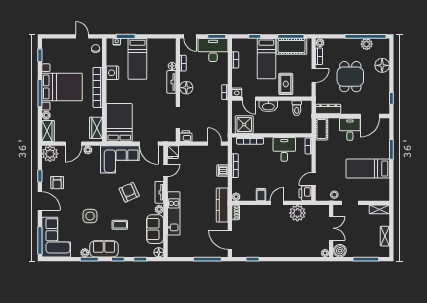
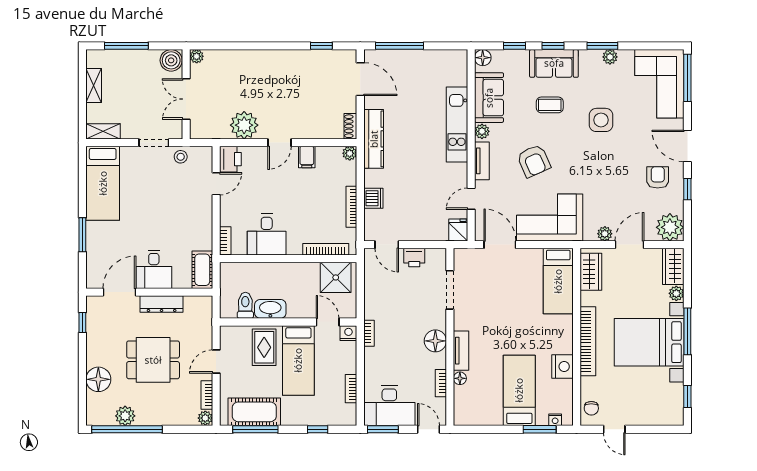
bed: (266, 59) -> (298, 360), moved, turned 180
dining table: (350, 77) -> (153, 360), turned 90
washbasin: (268, 106) -> (270, 309), moved
dresser: (328, 109) -> (162, 304), moved
bed: (119, 122) -> (558, 281), width x0.67
printer: (186, 136) -> (414, 258), moved
bed: (368, 169) -> (103, 183), moved, turned 90
sofa: (104, 249) -> (554, 63), moved

